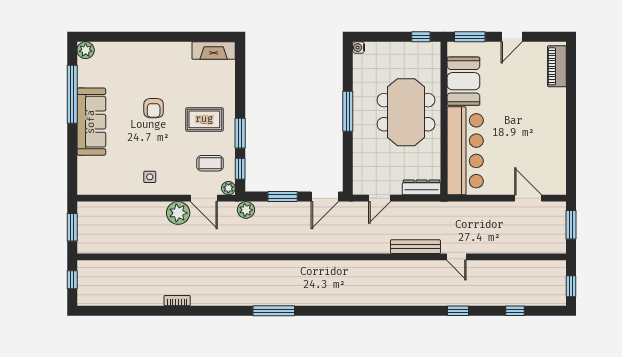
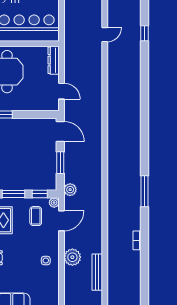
plant: (178, 213) -> (72, 257), moved
bench: (415, 247) -> (97, 272), moved
window: (274, 311) -> (144, 191), moved

